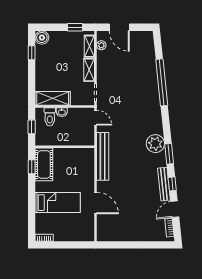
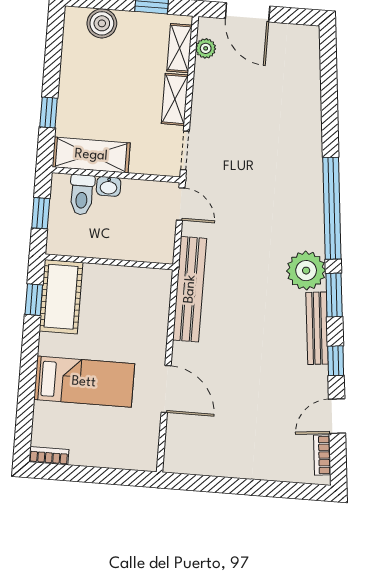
boiler: (42, 38) -> (102, 23), moved
window: (32, 53) -> (49, 113), moved
window: (162, 82) -> (332, 208), moved
bench: (164, 184) -> (317, 328), moved

